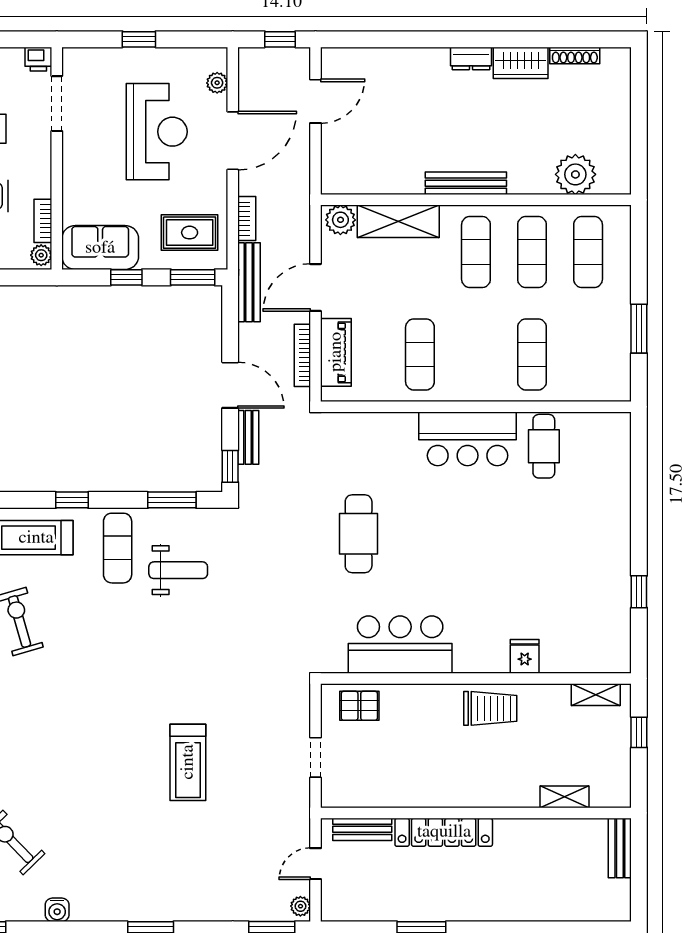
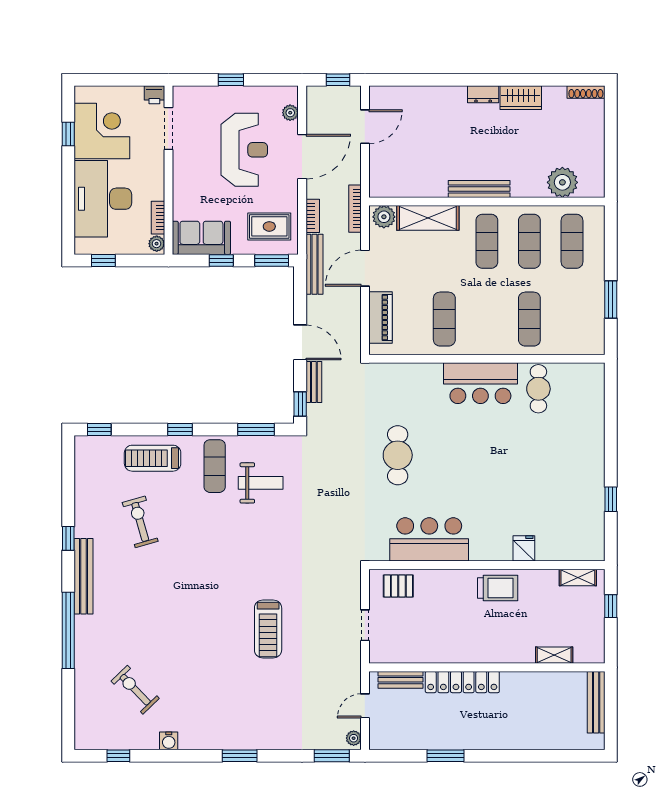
shoe rack: (575, 56) -> (586, 92), moved
bookcase: (302, 355) -> (355, 209), moved
bench: (620, 848) -> (596, 702), width x1.36

